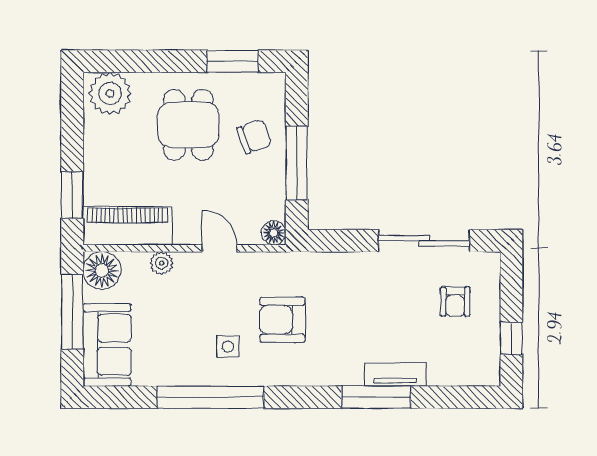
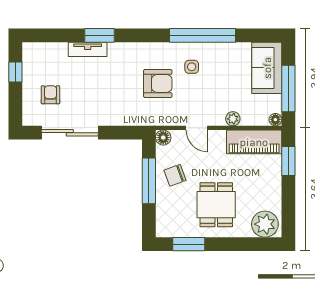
chair: (254, 136) -> (175, 175), moved
floor lamp: (102, 270) -> (275, 120), width x0.53, depth x0.53
window: (376, 397) -> (99, 35), width x0.69

